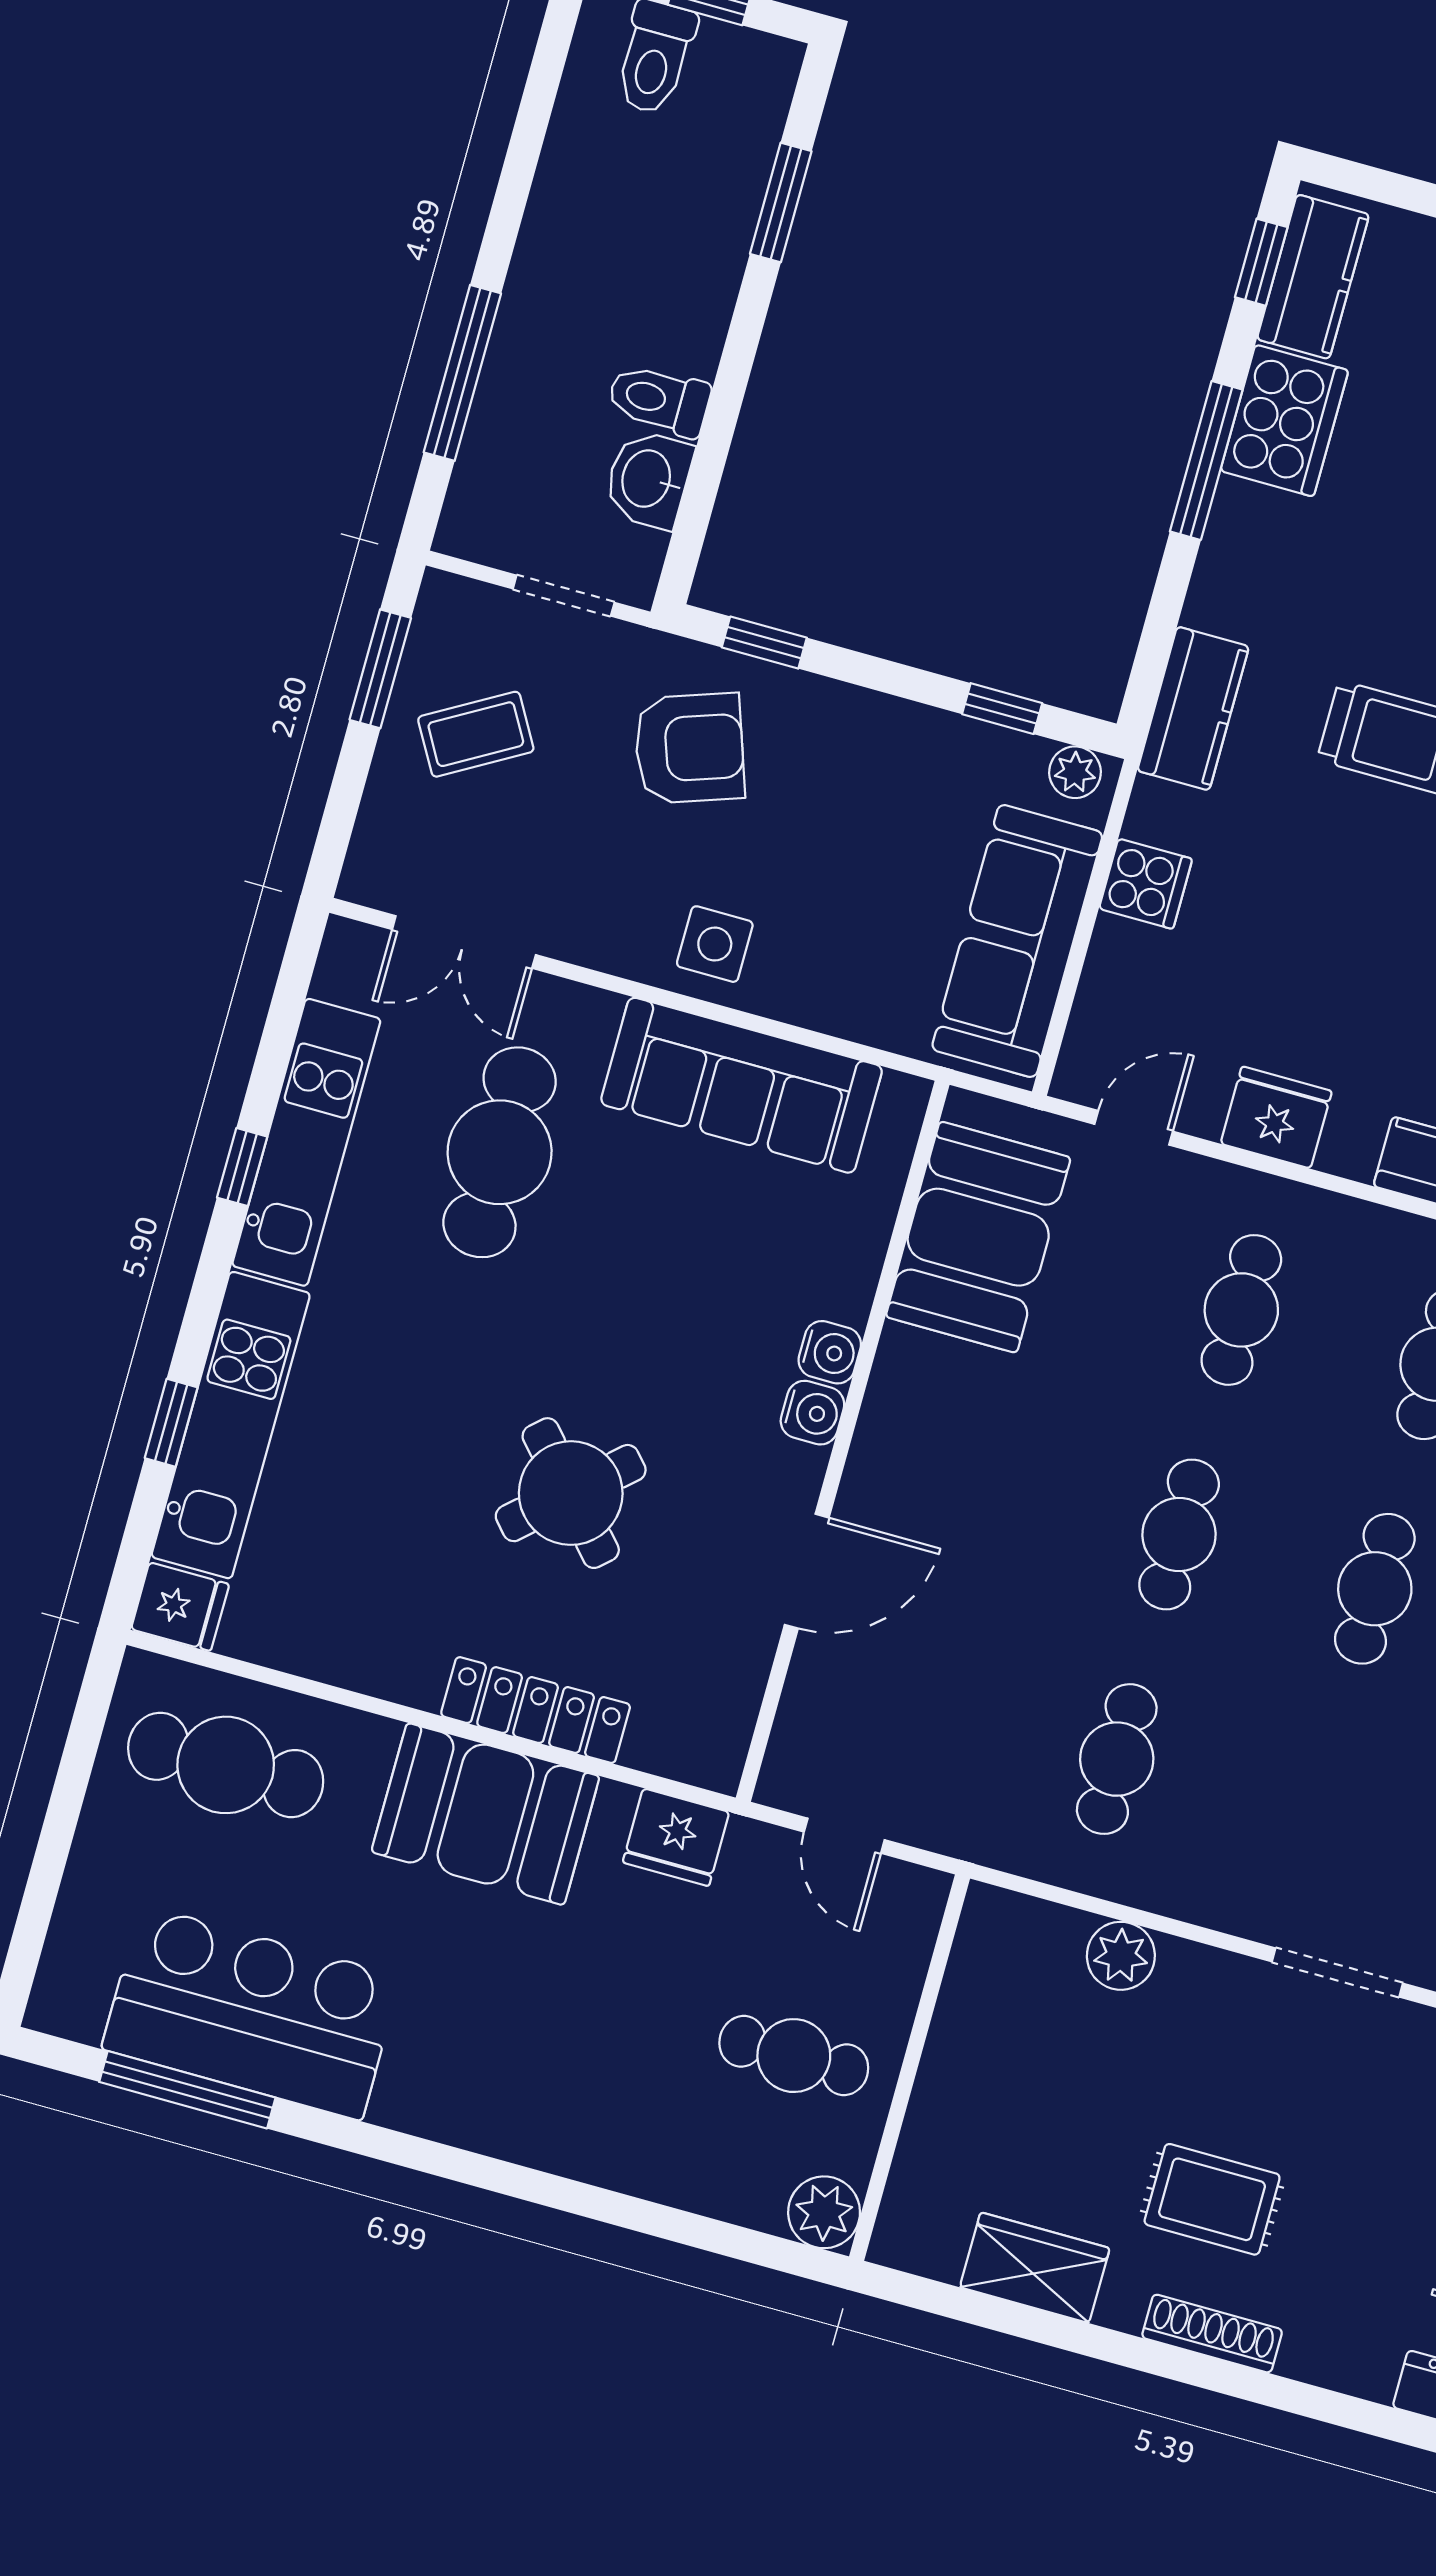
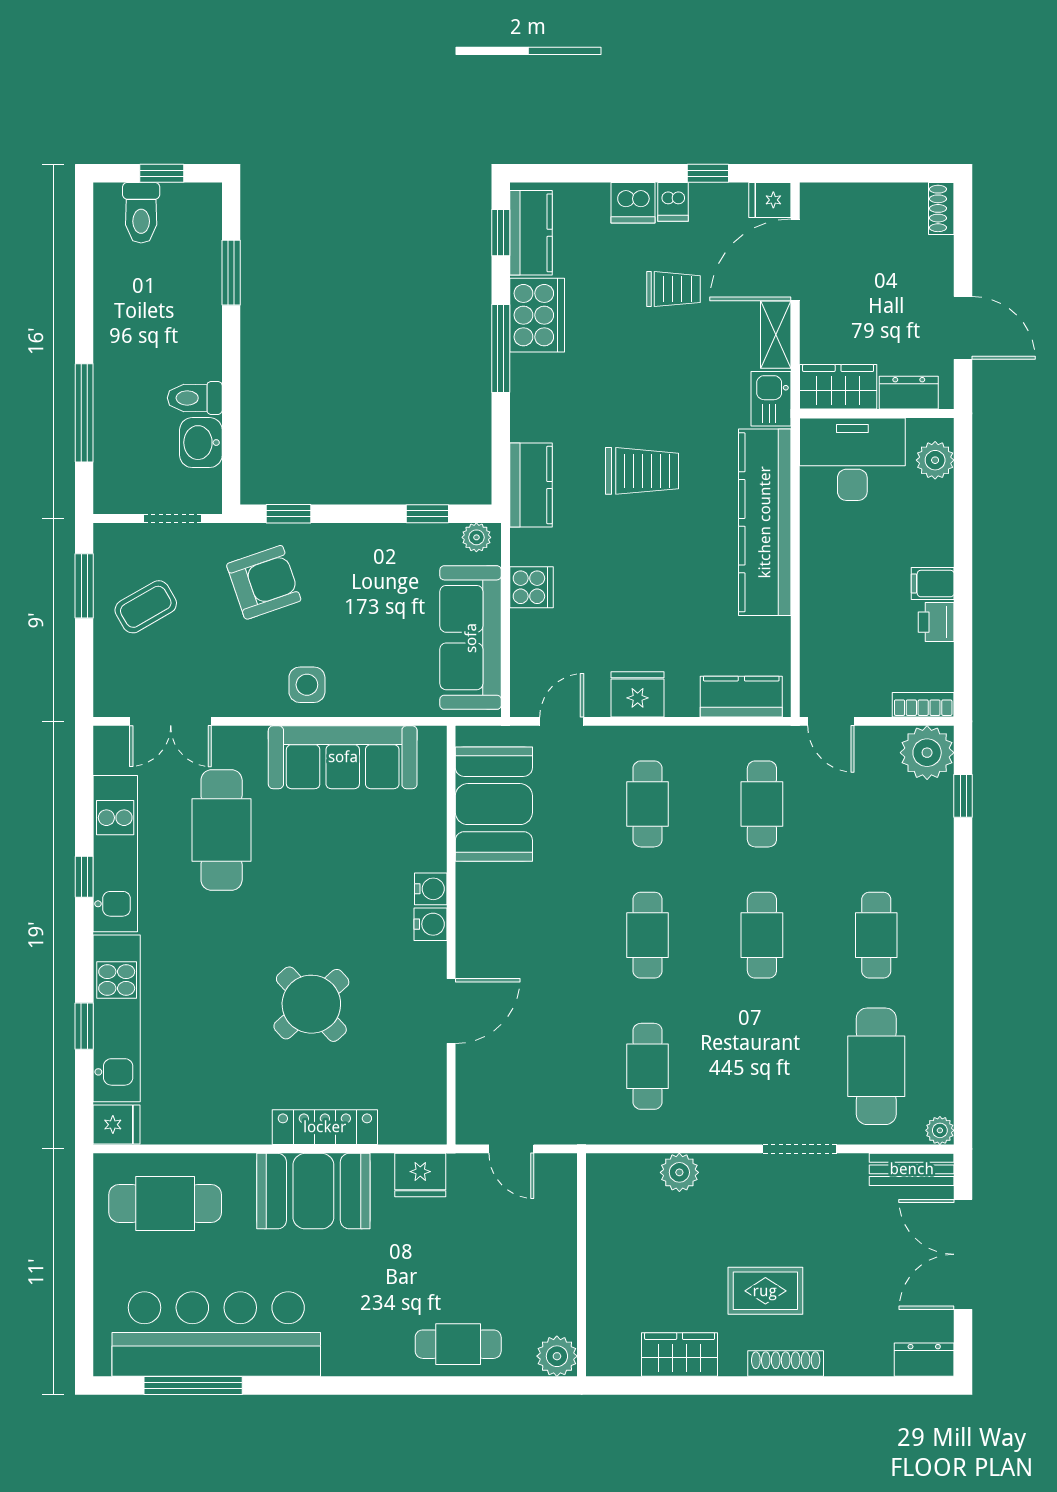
bar counter: (251, 2013) -> (216, 1334), width x1.36
cafe table: (794, 2056) -> (458, 1344), moved

